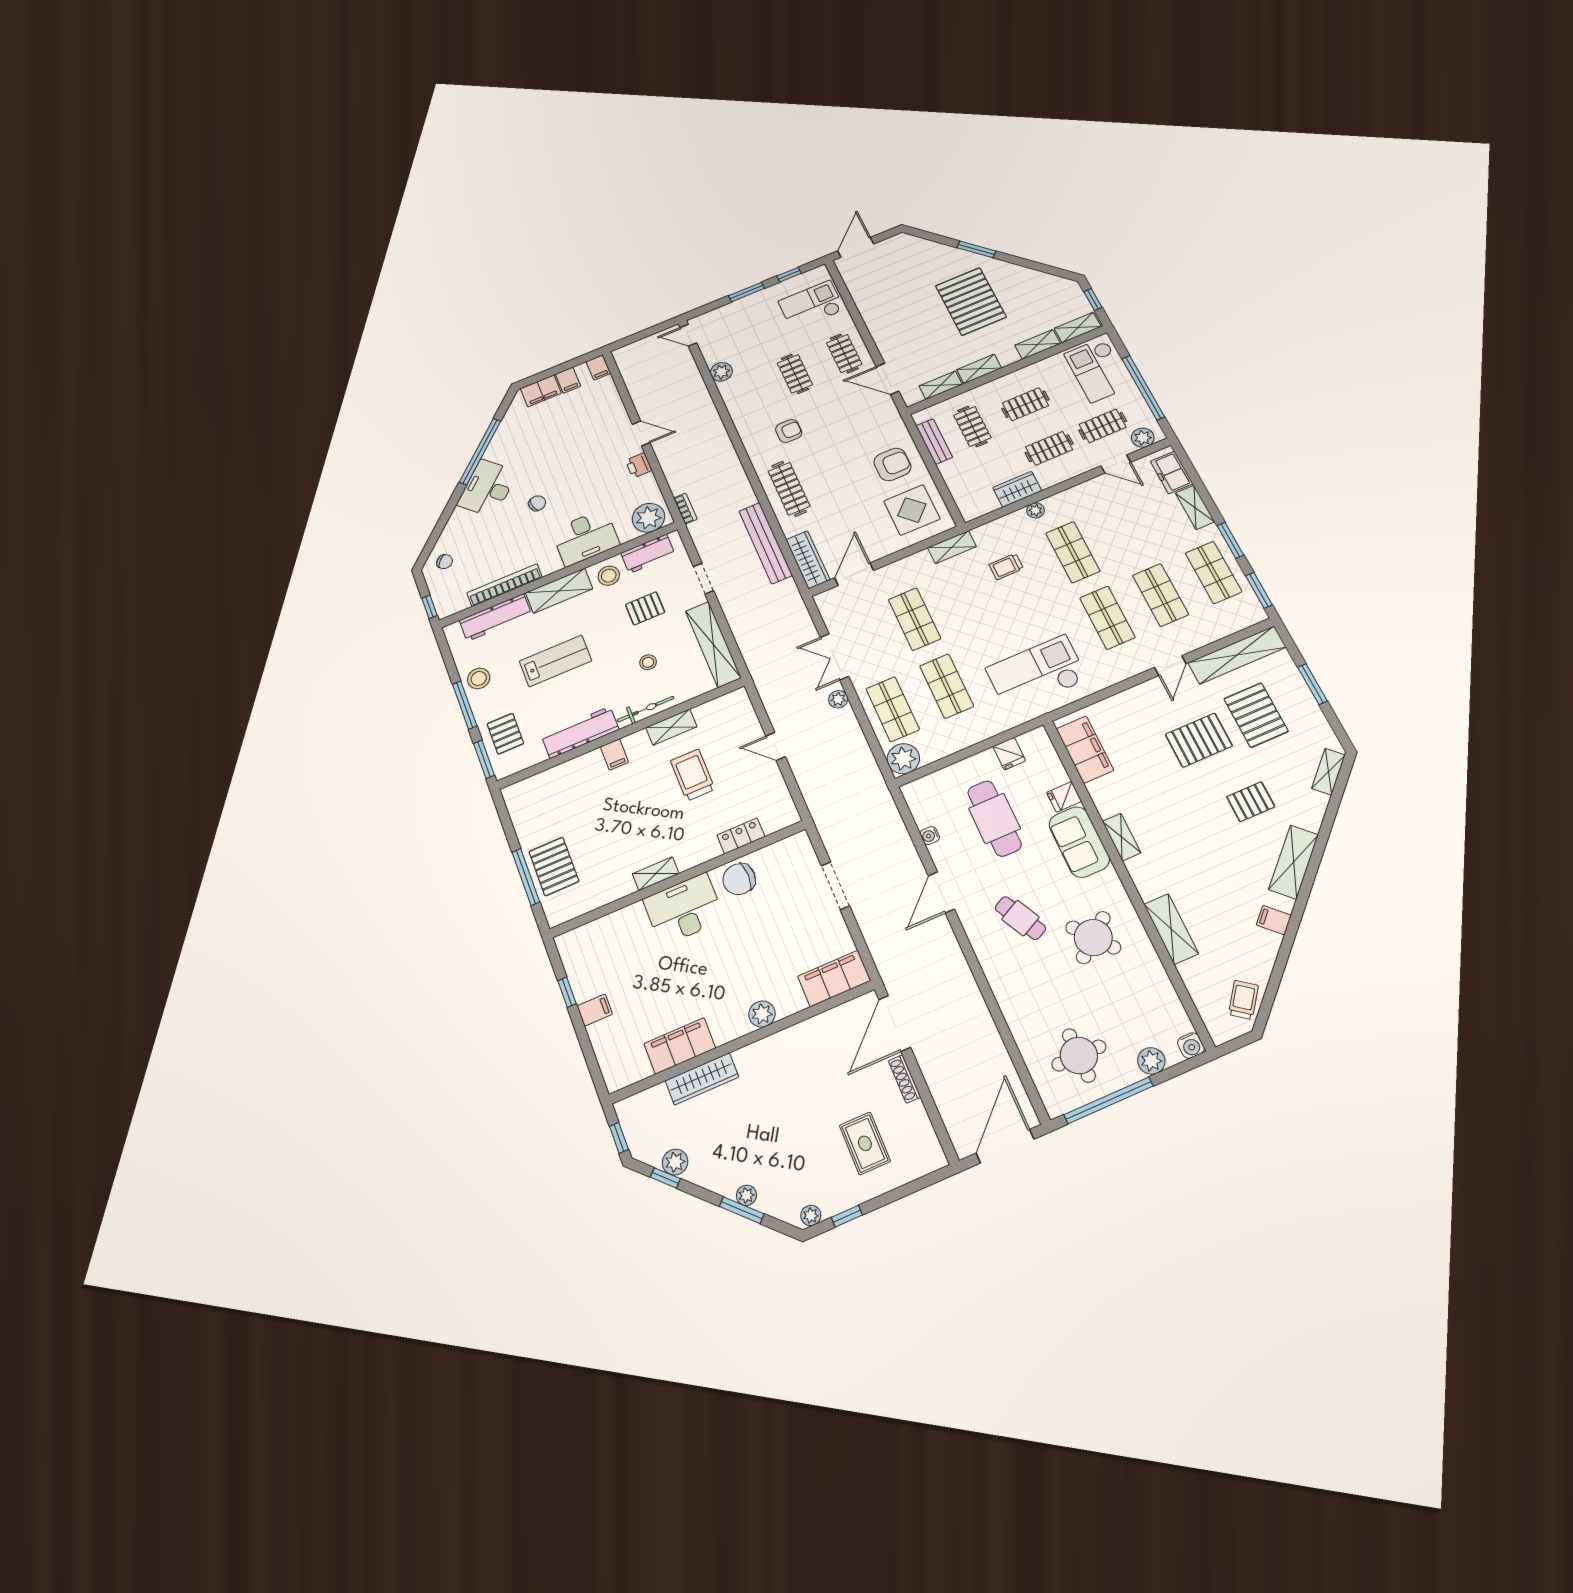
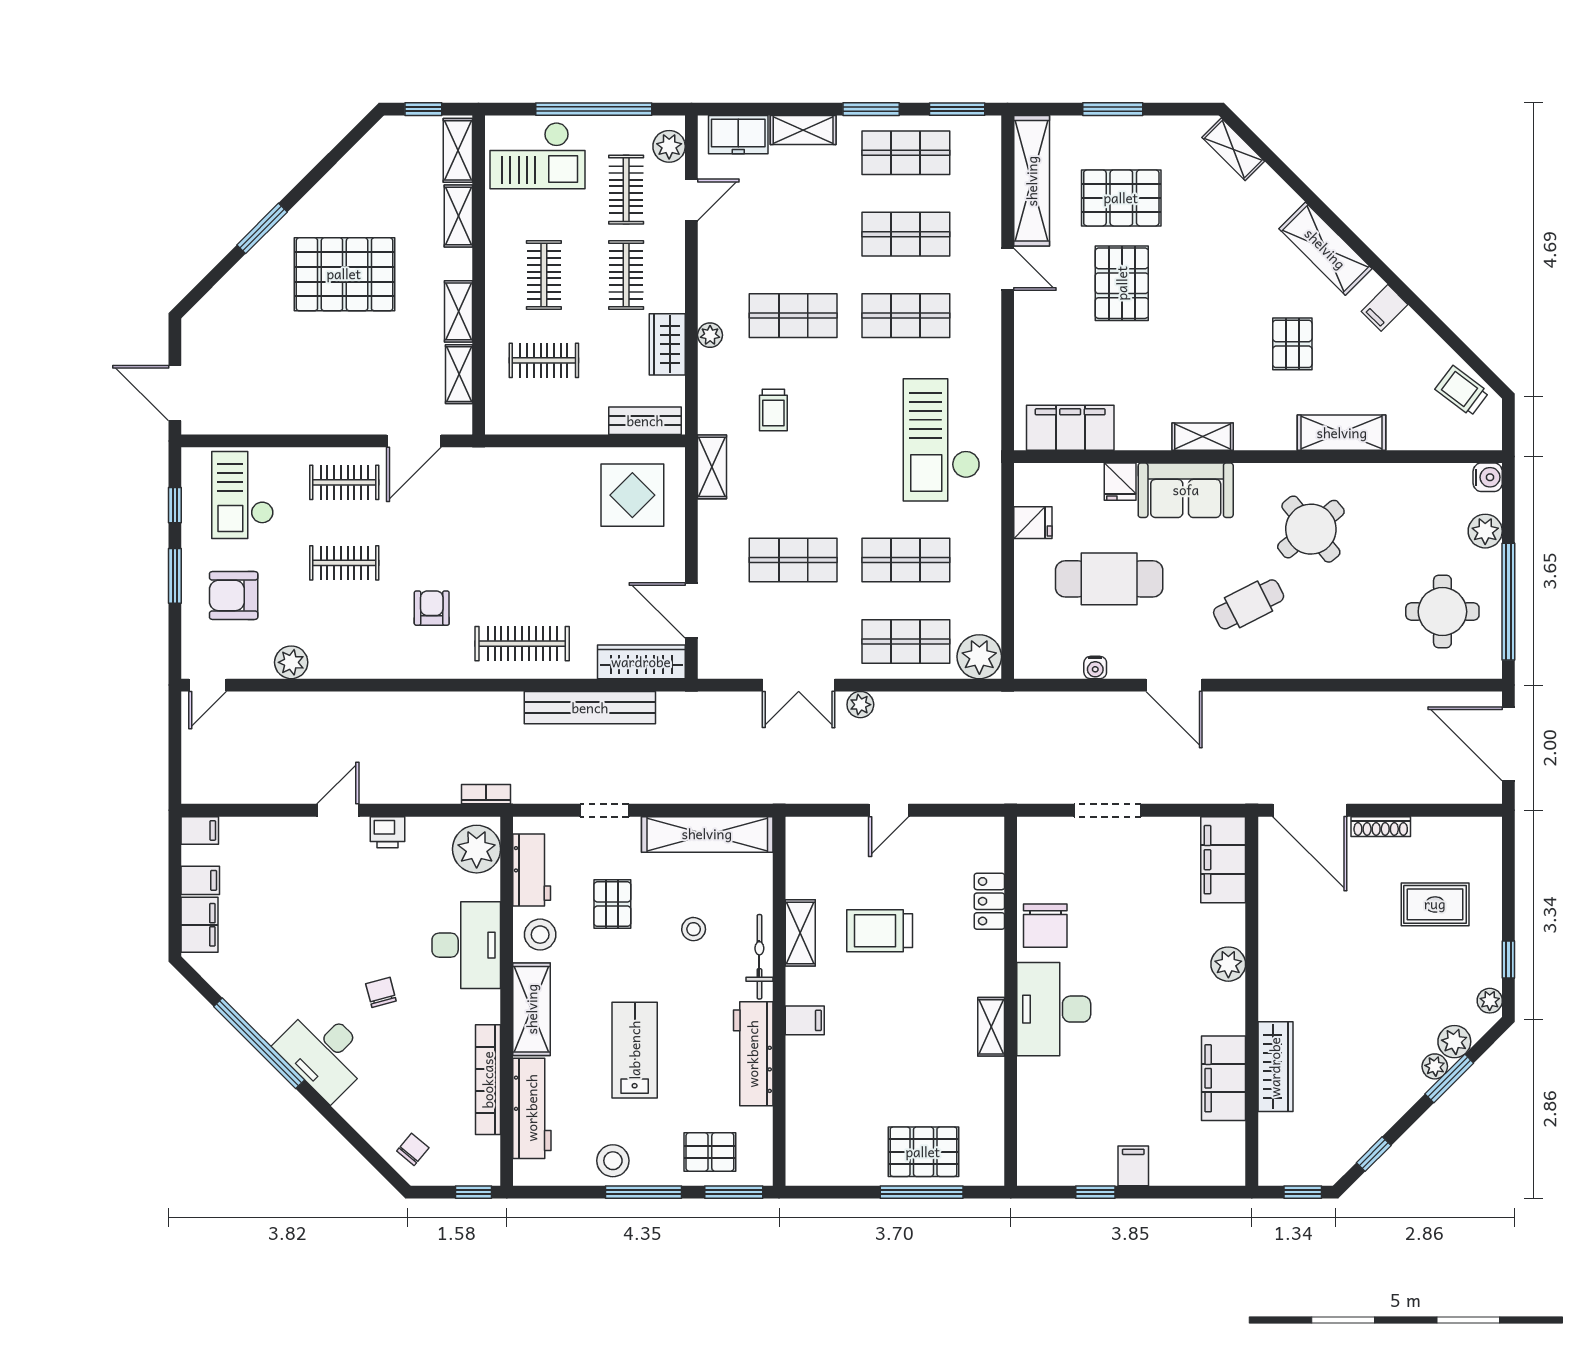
bench: (934, 441) -> (645, 421), moved
armchair: (892, 464) -> (234, 595), moved, turned -90
pallet: (1251, 802) -> (1292, 344), moved
plant: (675, 1162) -> (1454, 1042), moved

